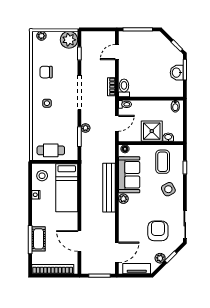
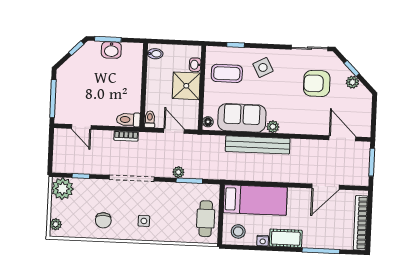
cot: (38, 239) -> (286, 238), moved
tv unit: (137, 269) -> (365, 113), removed

